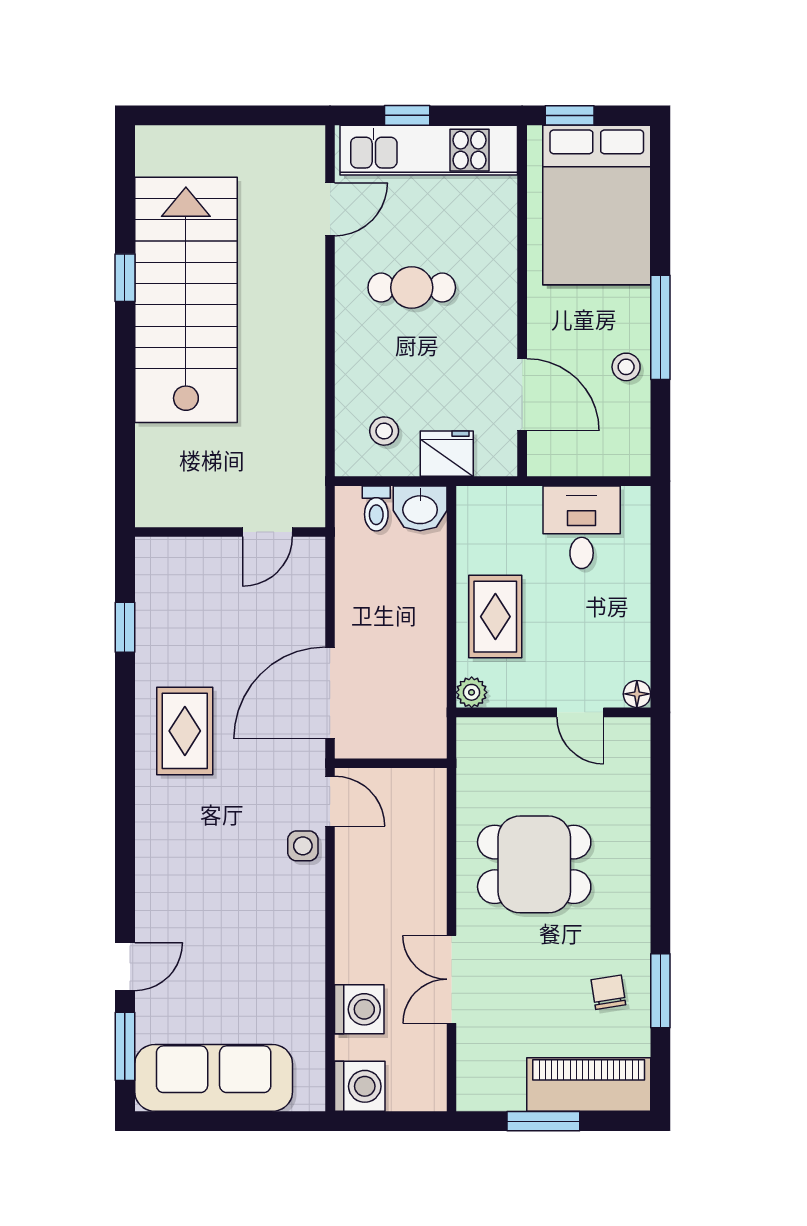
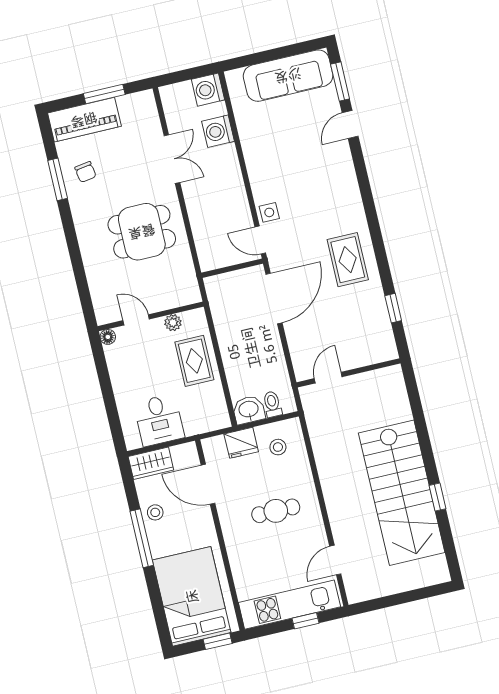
cafe table: (412, 288) -> (276, 511), moved
wardrobe: (613, 455) -> (151, 463), added
plant: (472, 692) -> (173, 323), moved

